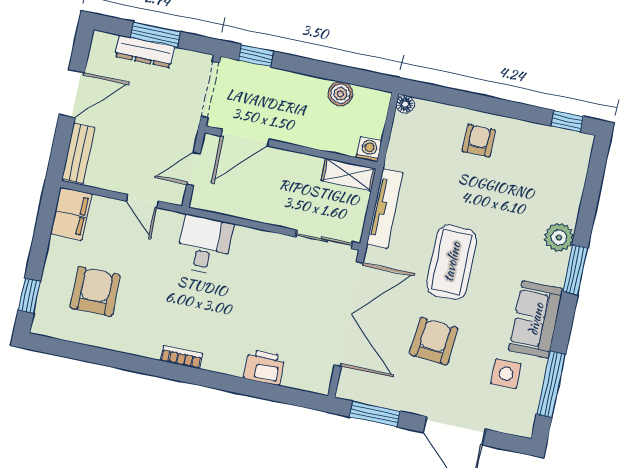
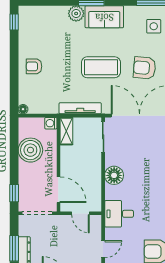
boiler: (340, 94) -> (30, 150), width x1.86, depth x1.86
door: (142, 201) -> (103, 249), moved
floor lamp: (250, 244) -> (114, 175), added
desk: (205, 245) -> (119, 214), moved
sofa: (536, 319) -> (104, 17), moved

